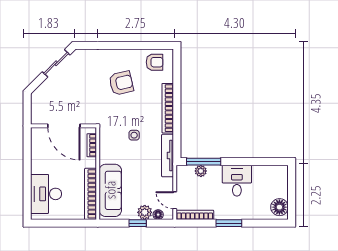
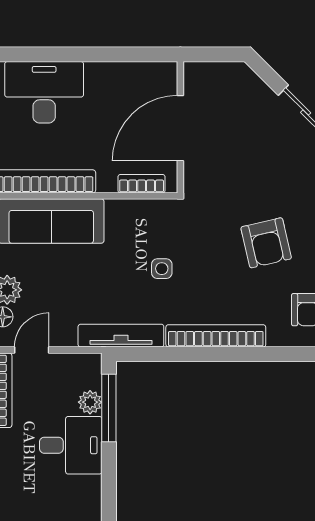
desk: (237, 181) -> (71, 445), moved

